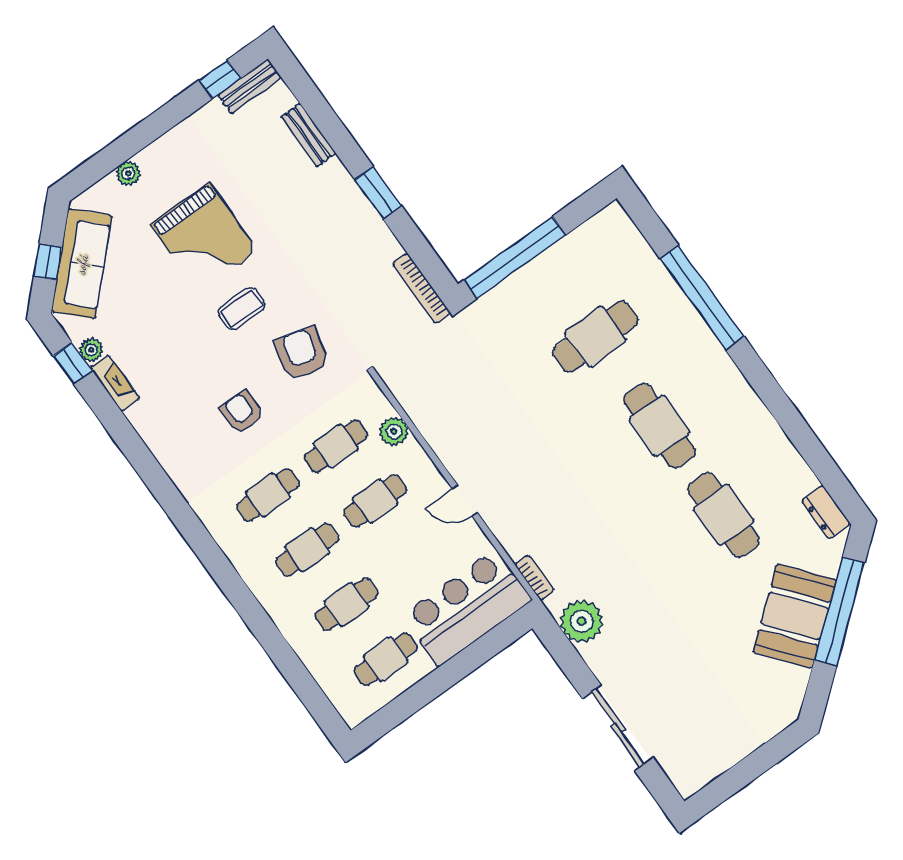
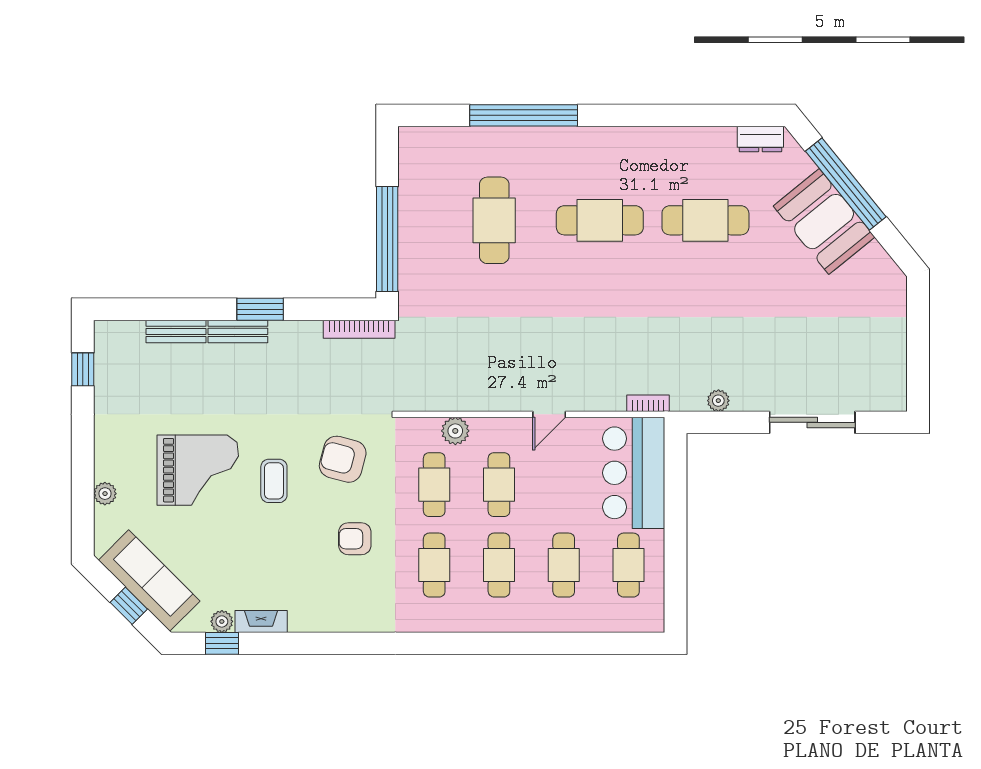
bench: (250, 86) -> (238, 331), moved, turned 90
plant: (582, 621) -> (718, 401), width x0.53, depth x0.53

